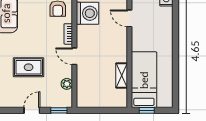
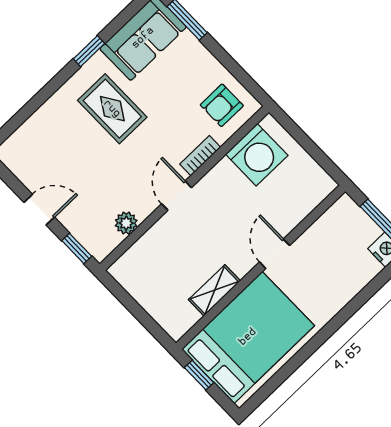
door: (129, 18) -> (275, 254), moved
rug: (29, 67) -> (112, 109), moved
bed: (144, 80) -> (248, 337), width x1.50

